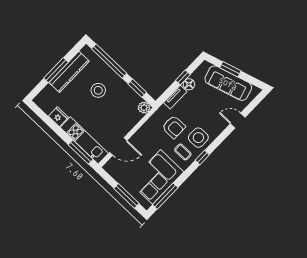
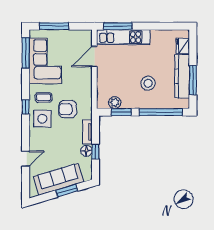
window: (56, 70) -> (193, 80), moved
plant: (144, 108) -> (115, 103), moved
fridge: (58, 117) -> (183, 46), moved, turned 90

